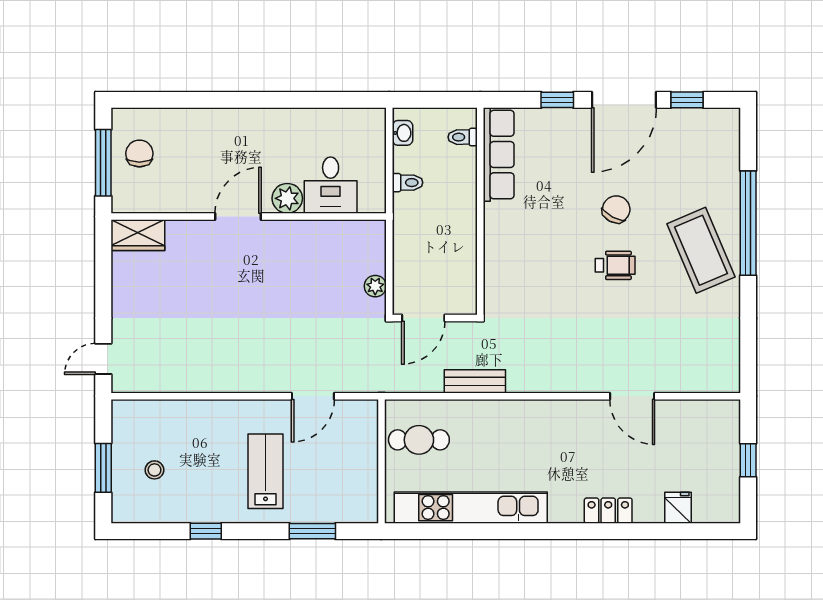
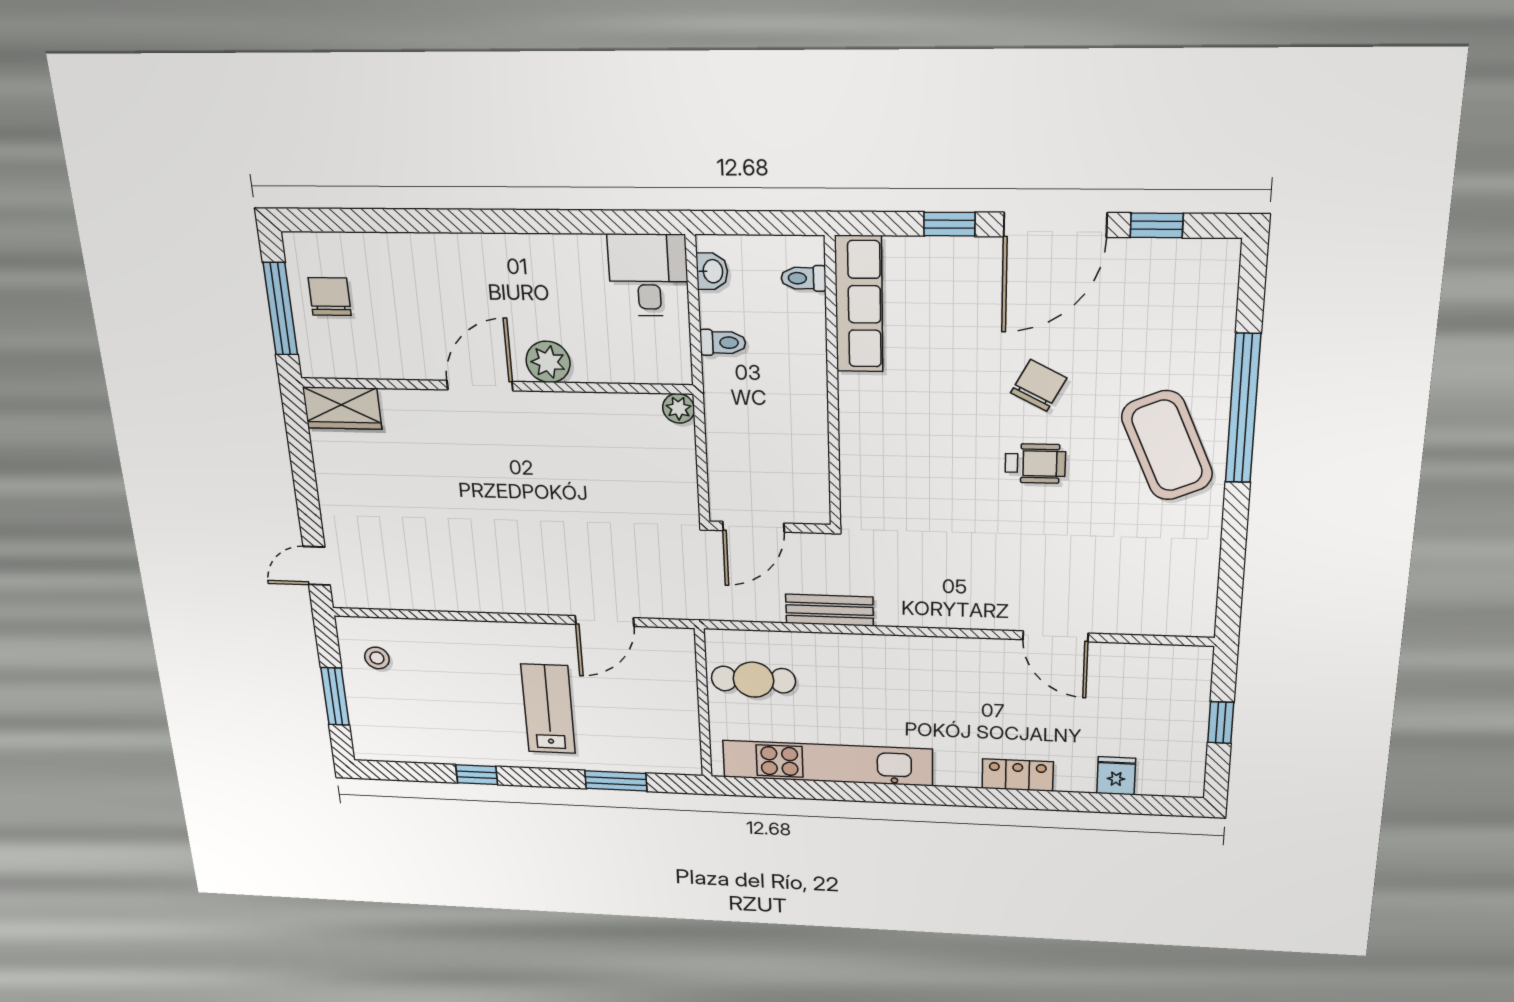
desk: (331, 185) -> (648, 275), moved, turned 180
plant: (375, 286) -> (679, 408), moved
stool: (154, 470) -> (377, 658), moved

